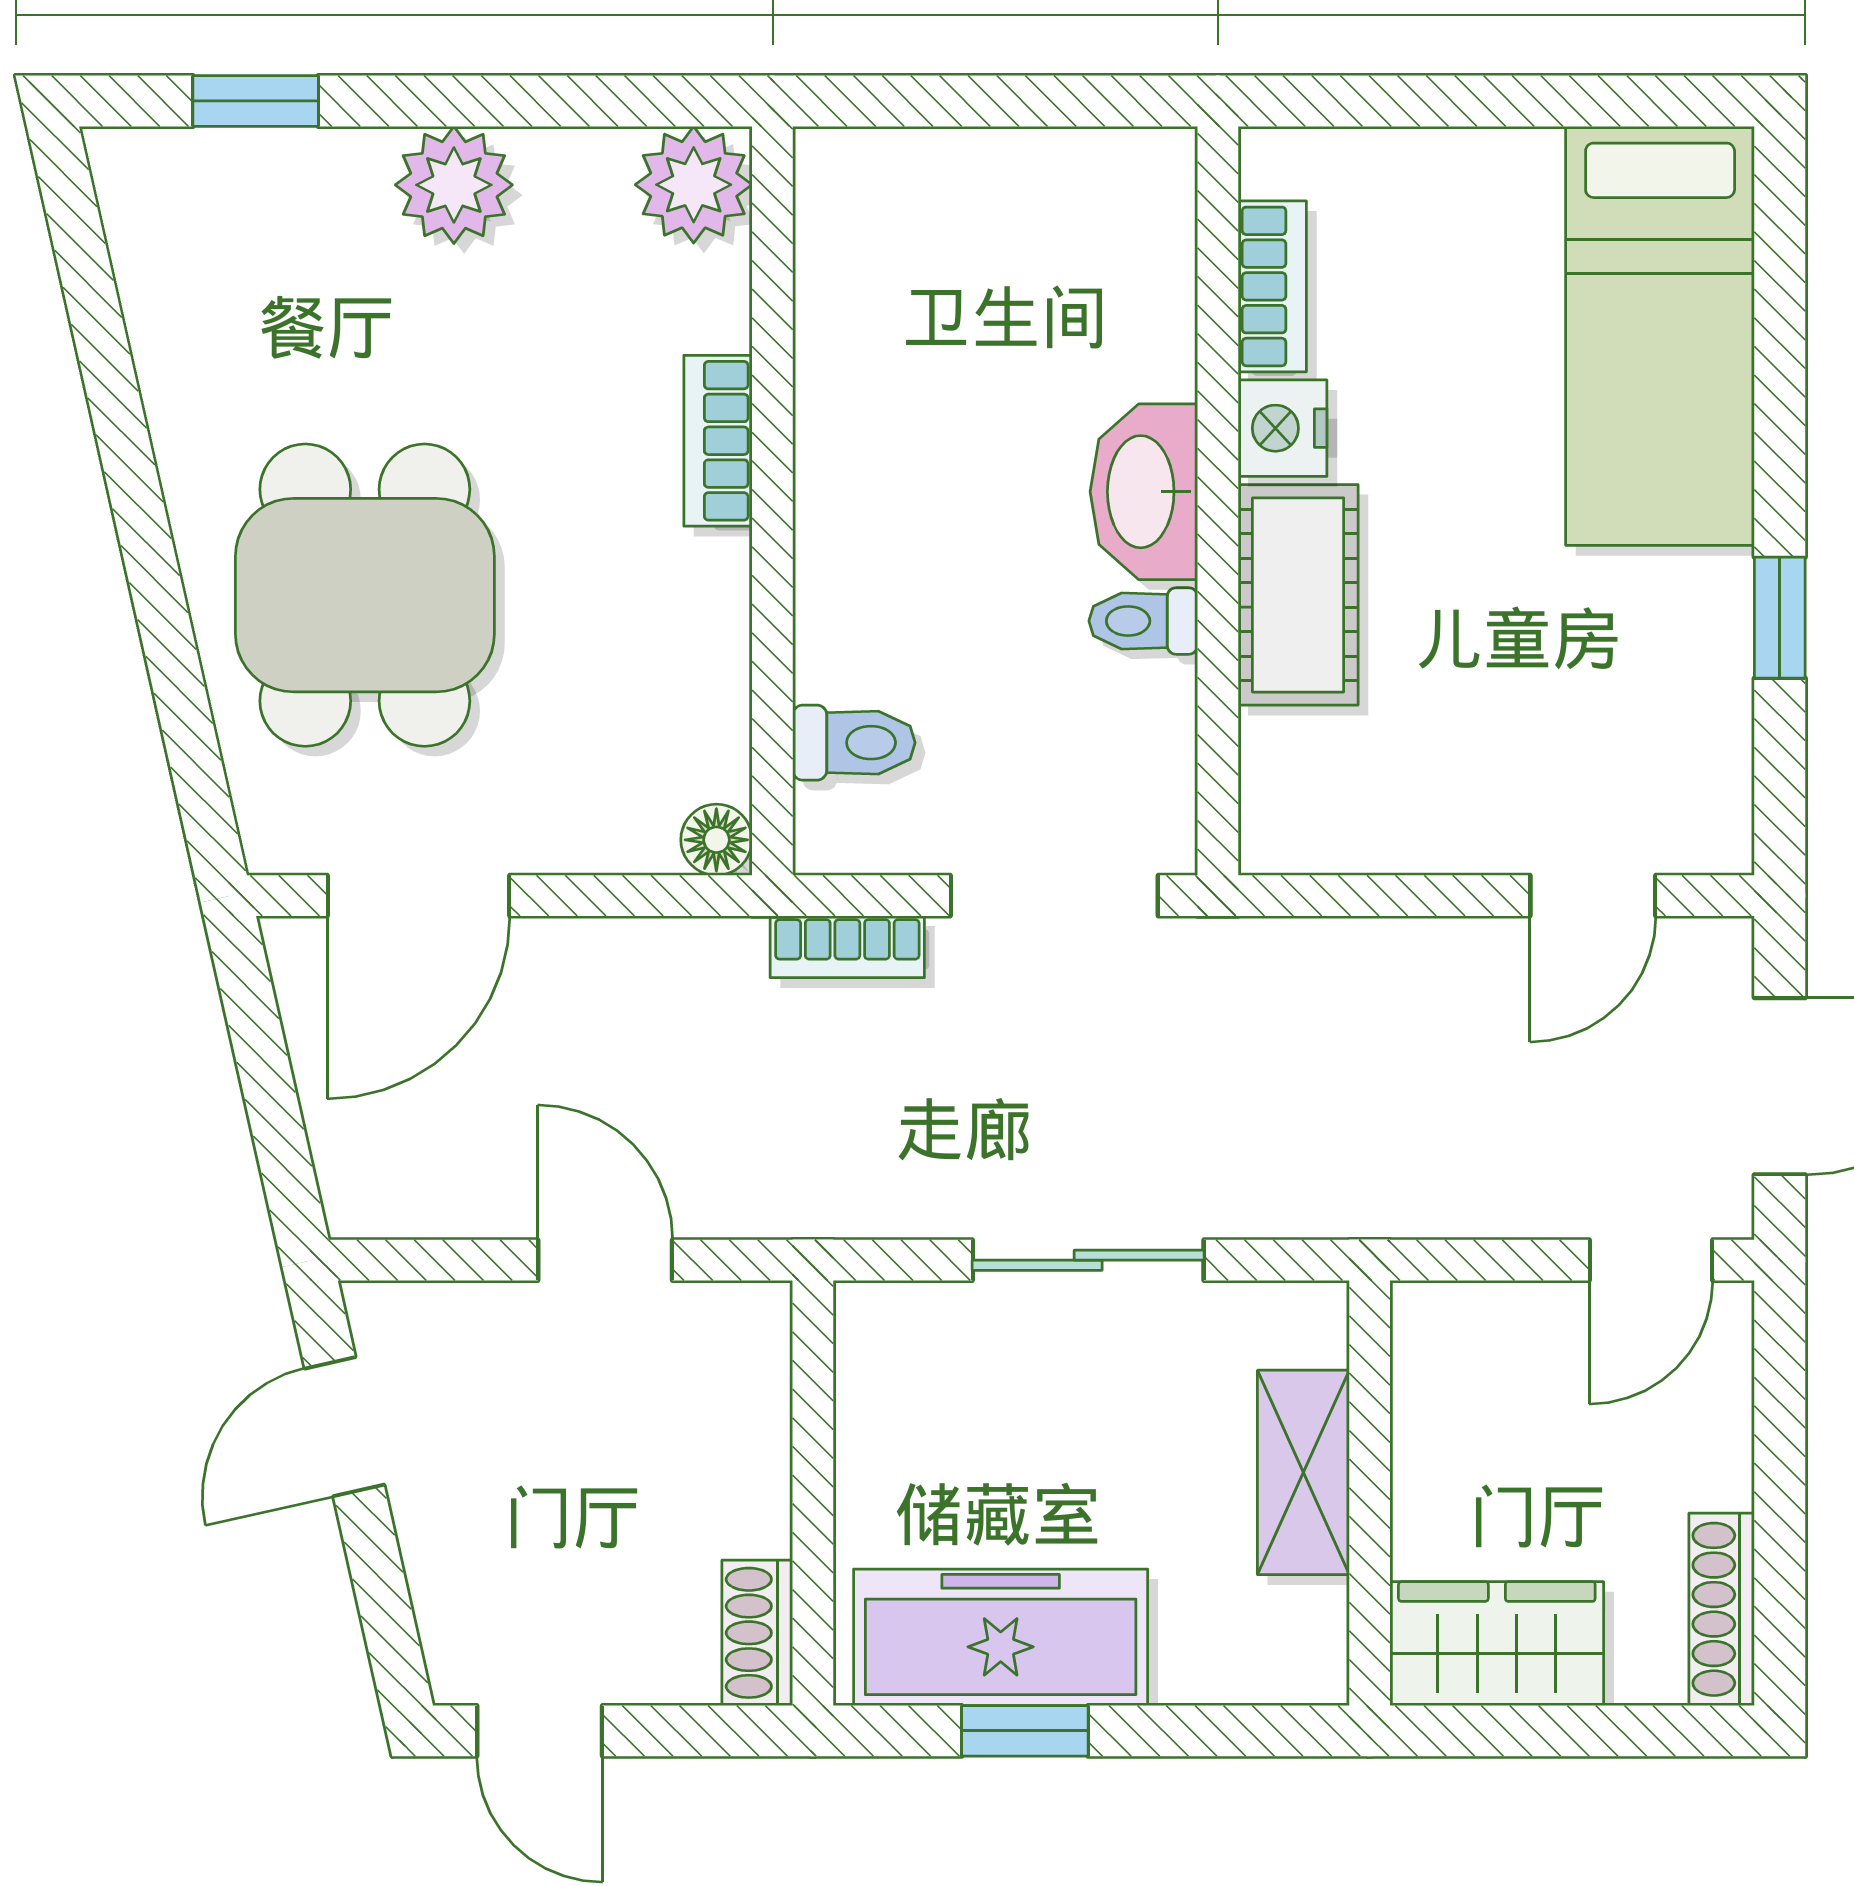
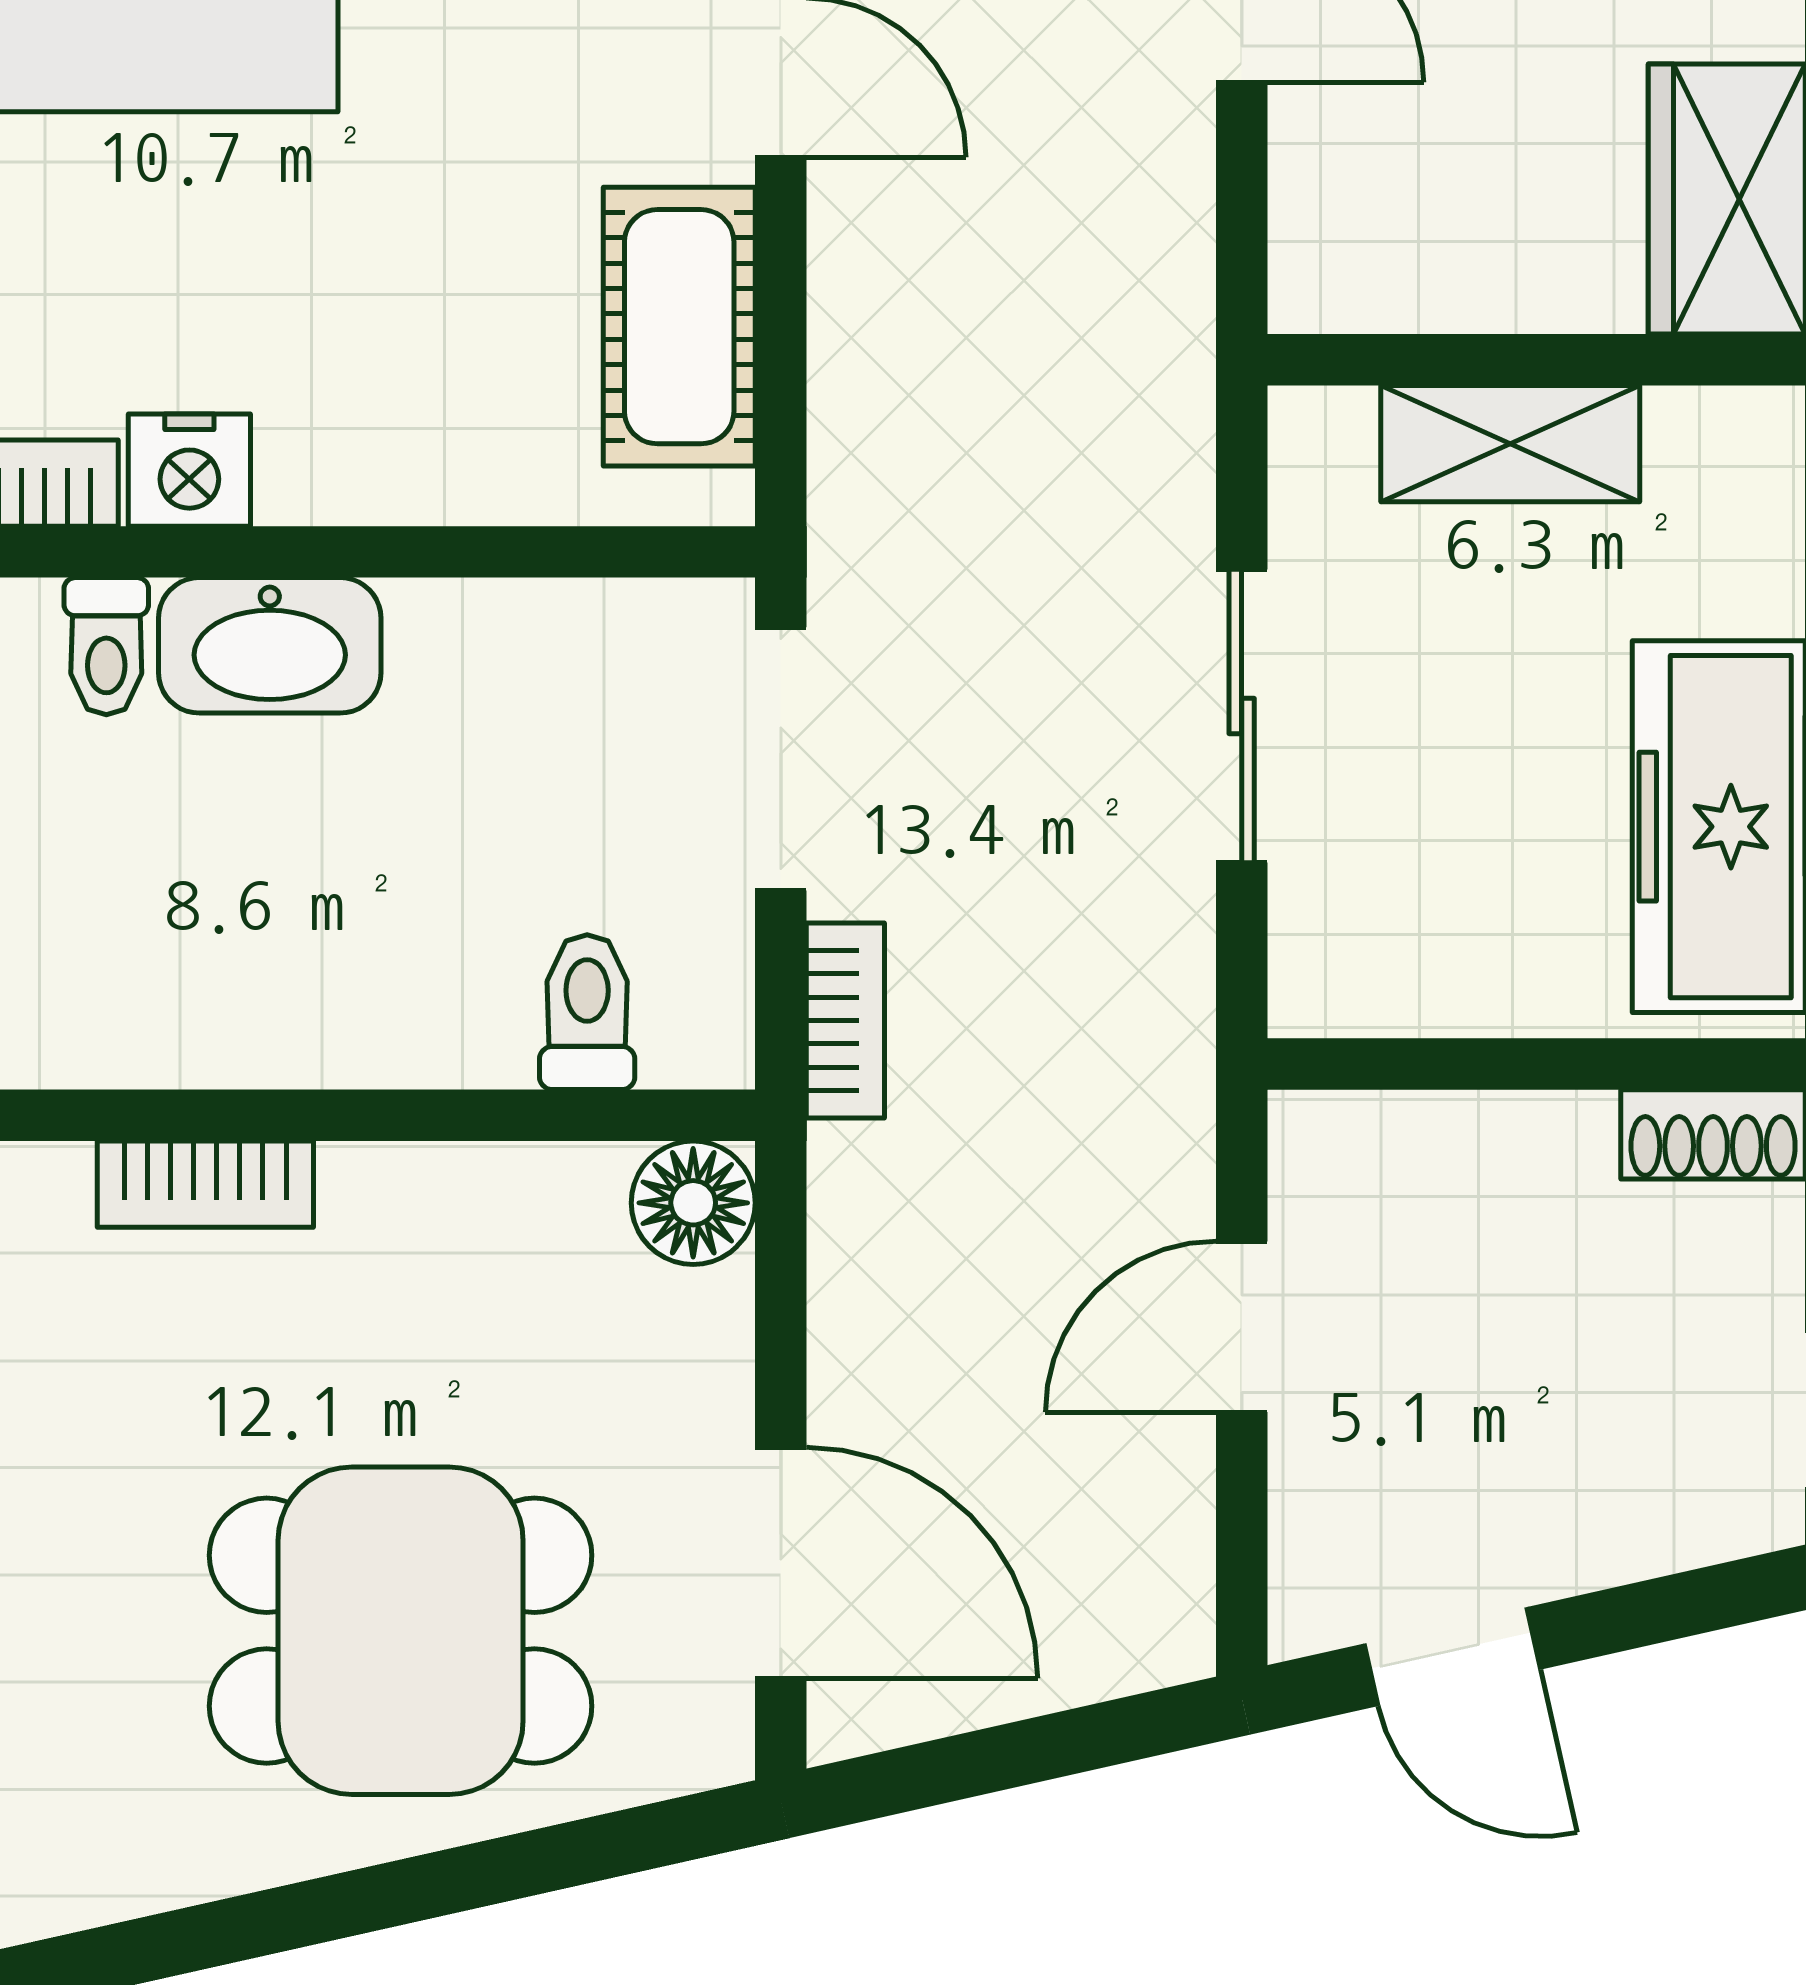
cot: (1298, 595) -> (679, 327), moved, turned 90
toilet: (1143, 621) -> (106, 646), moved
floor lamp: (716, 840) -> (693, 1203), width x1.37, depth x1.37

